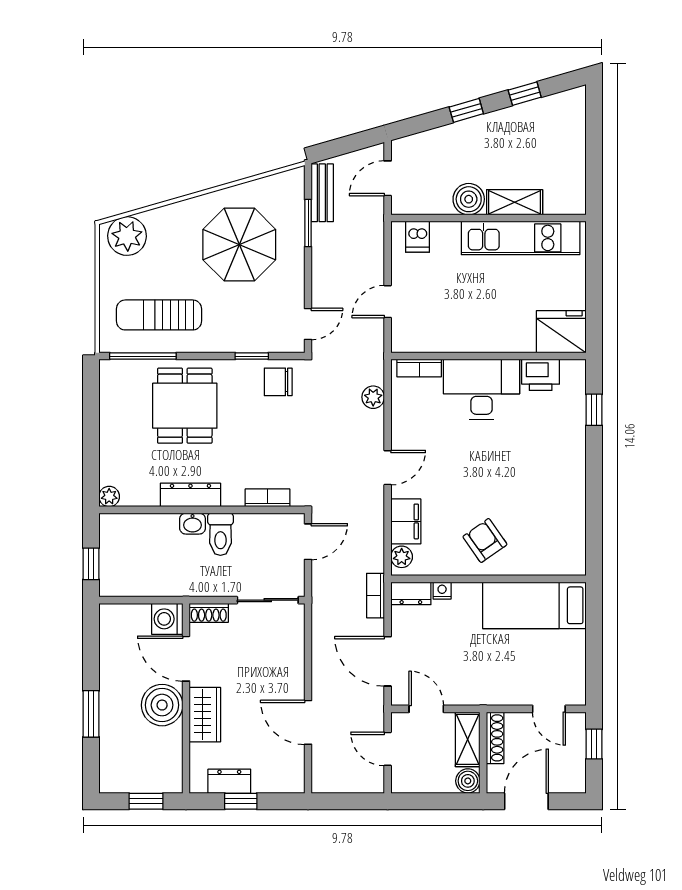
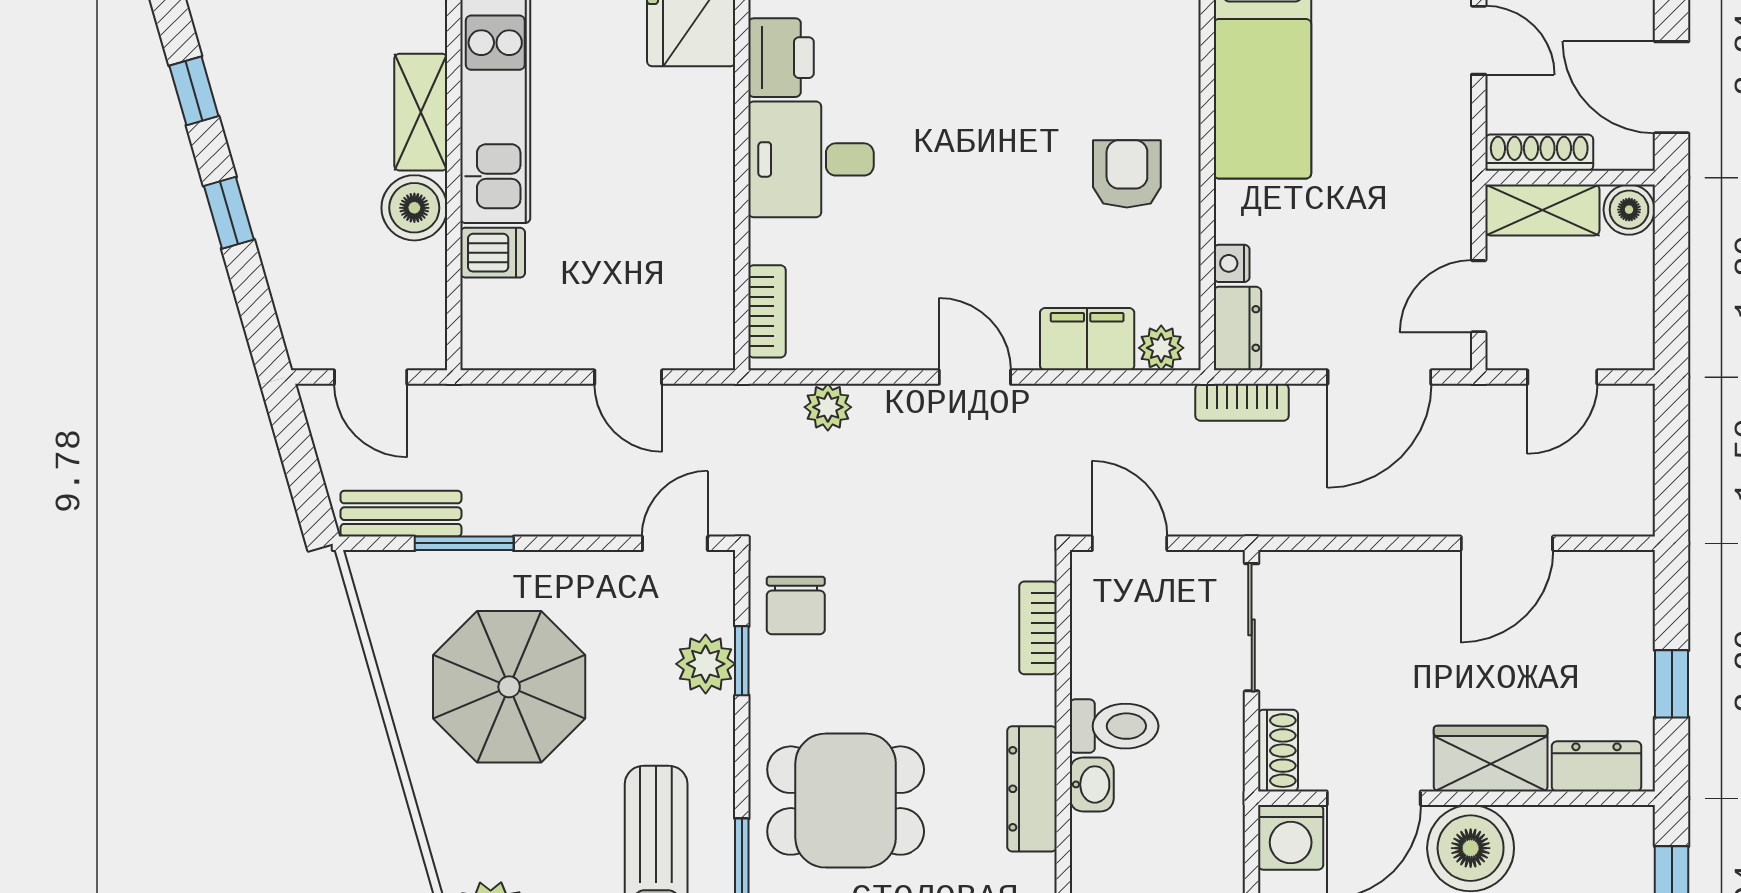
dishwasher: (418, 237) -> (493, 253), moved
door: (308, 324) -> (675, 543), hinge flipped
plant: (250, 339) -> (706, 664), added
desk: (482, 389) -> (811, 159), width x0.73
armchair: (485, 540) -> (1127, 174), turned 125
door: (549, 709) -> (1479, 40), hinge flipped
dresser: (229, 781) -> (1596, 766), moved, turned 90

